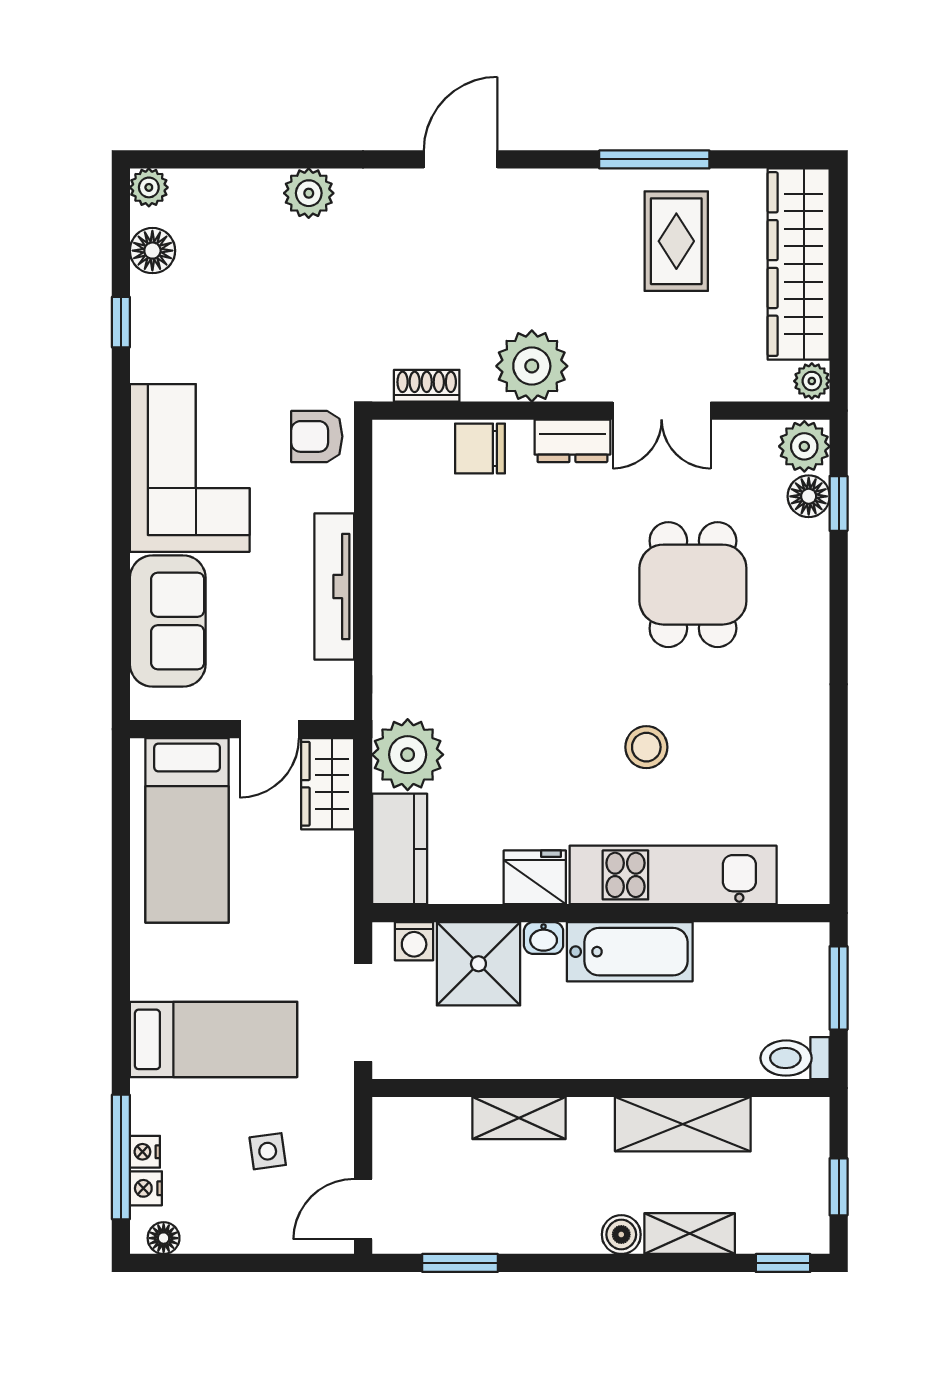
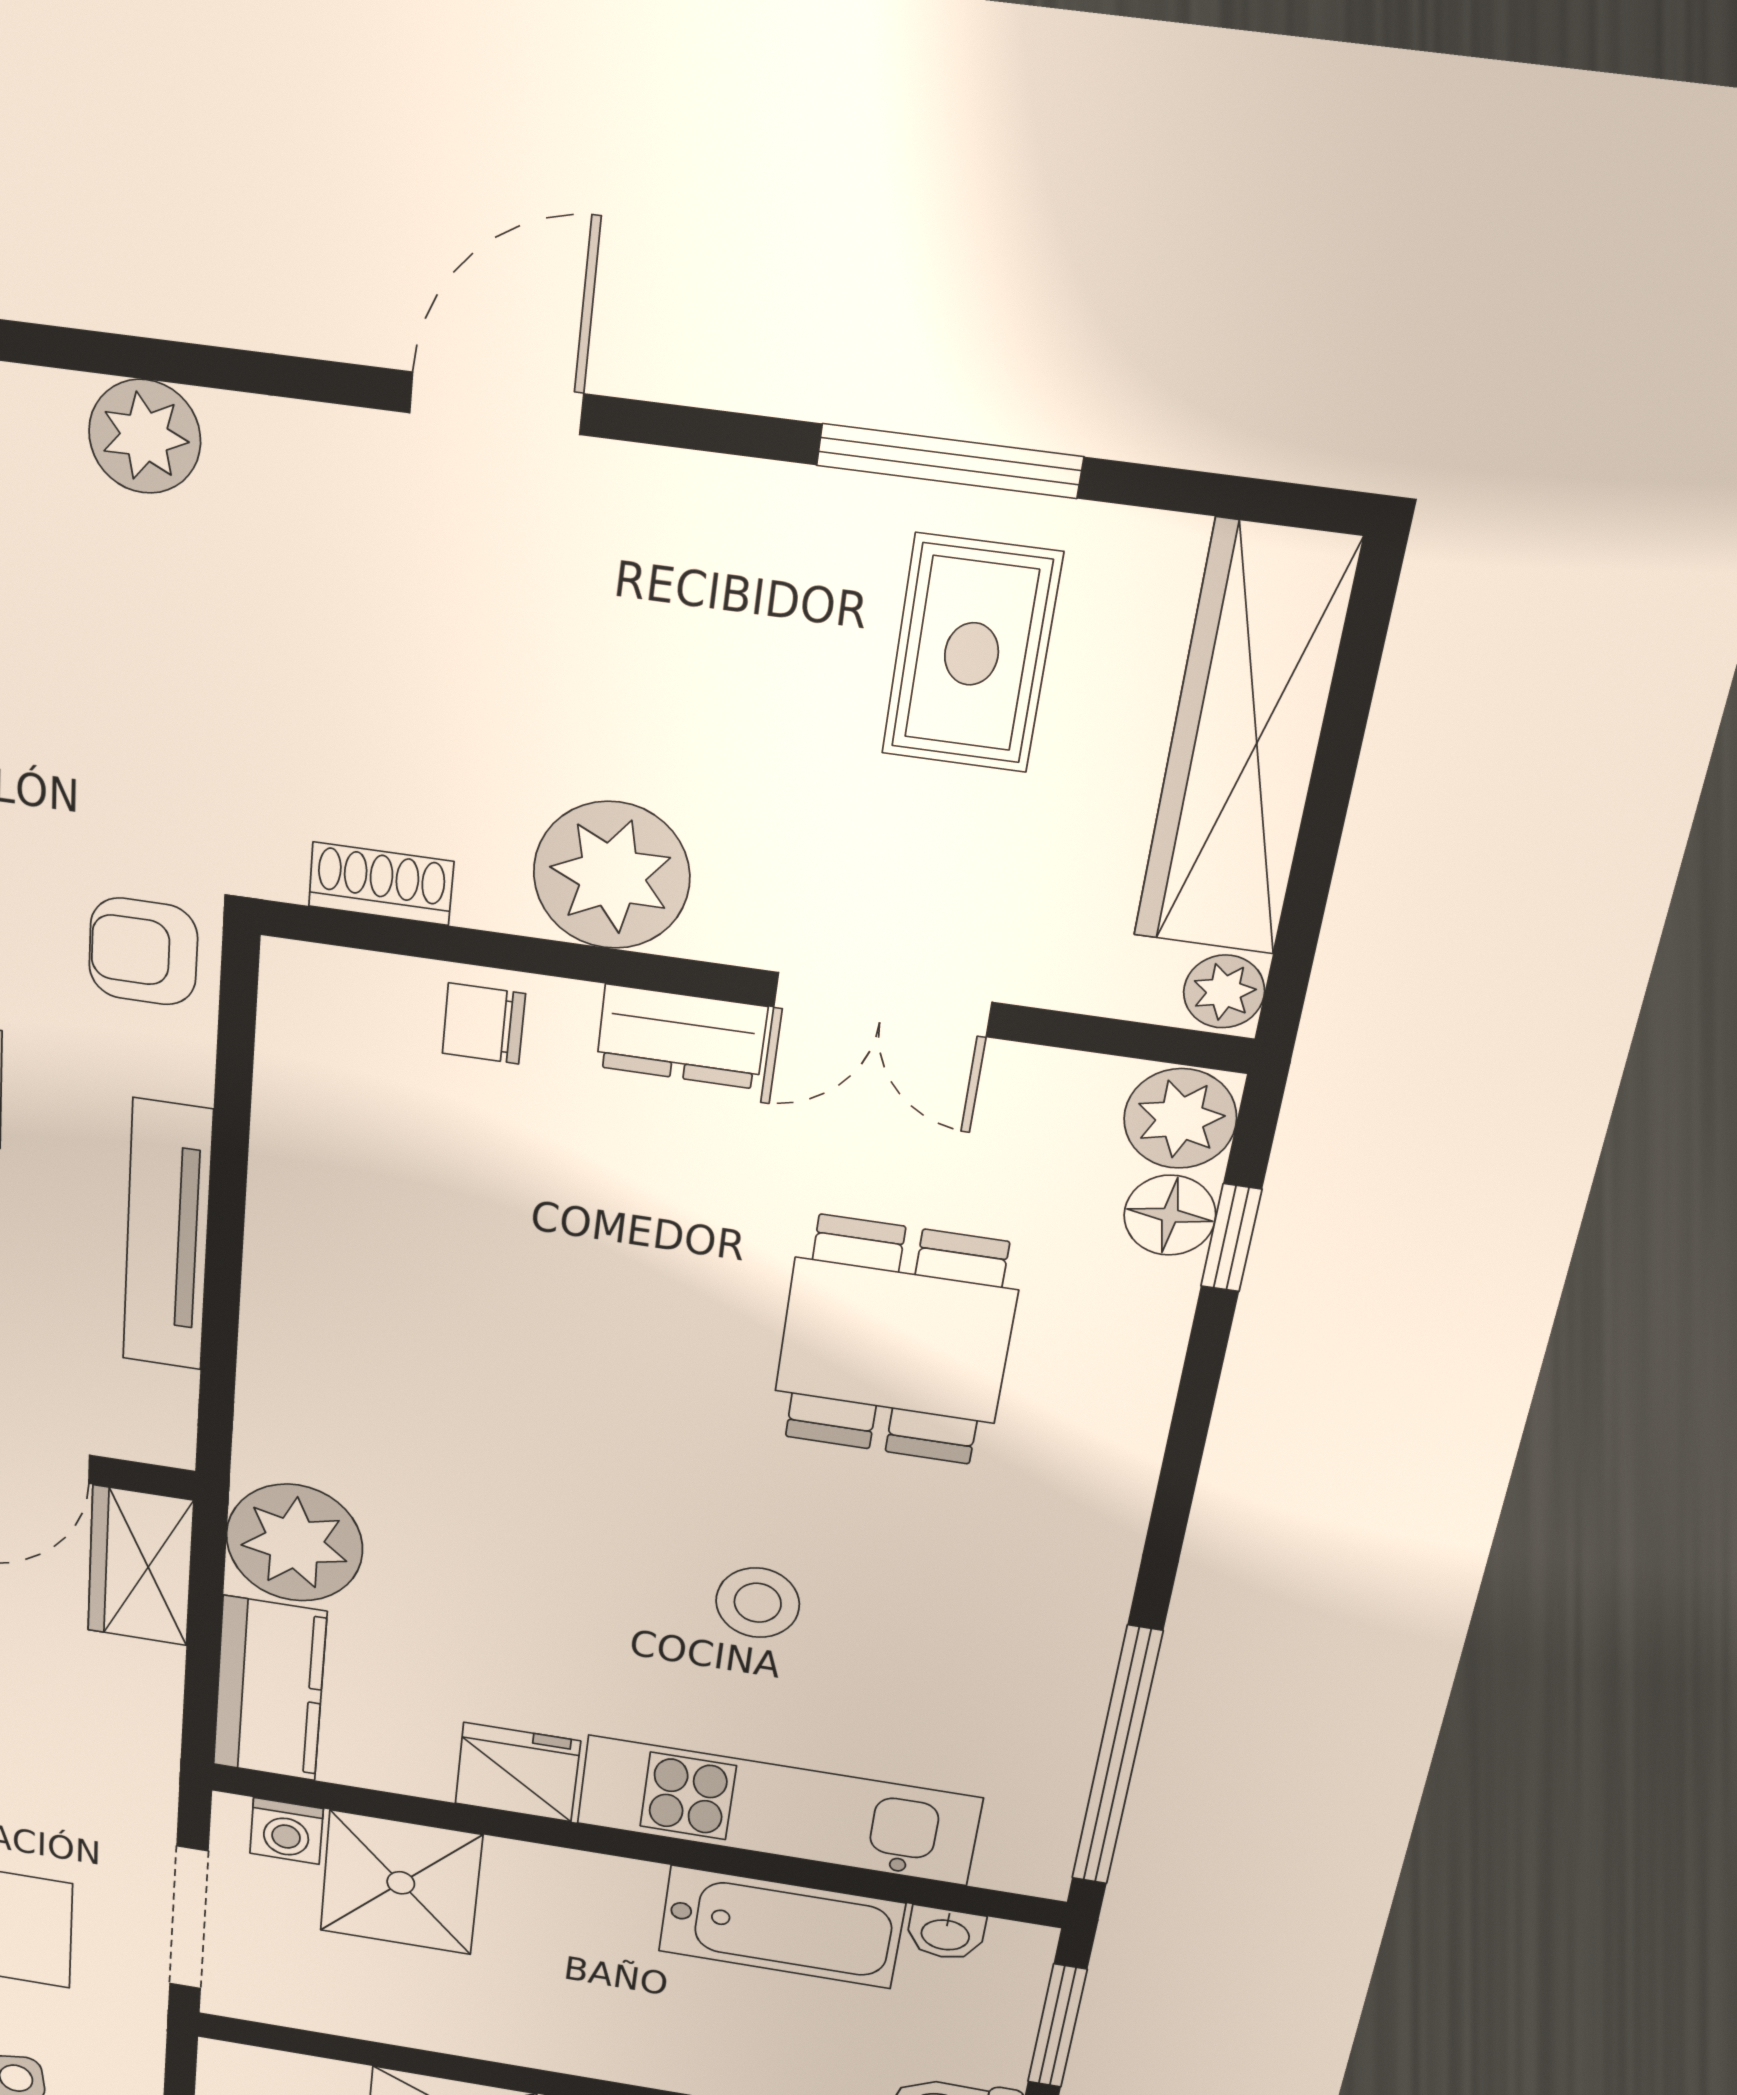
chair: (480, 448) -> (484, 1024), width x0.73, depth x0.73
window: (839, 807) -> (1117, 1757), added
washbasin: (544, 938) -> (946, 1934), moved
bathtub: (630, 952) -> (781, 1927), moved

